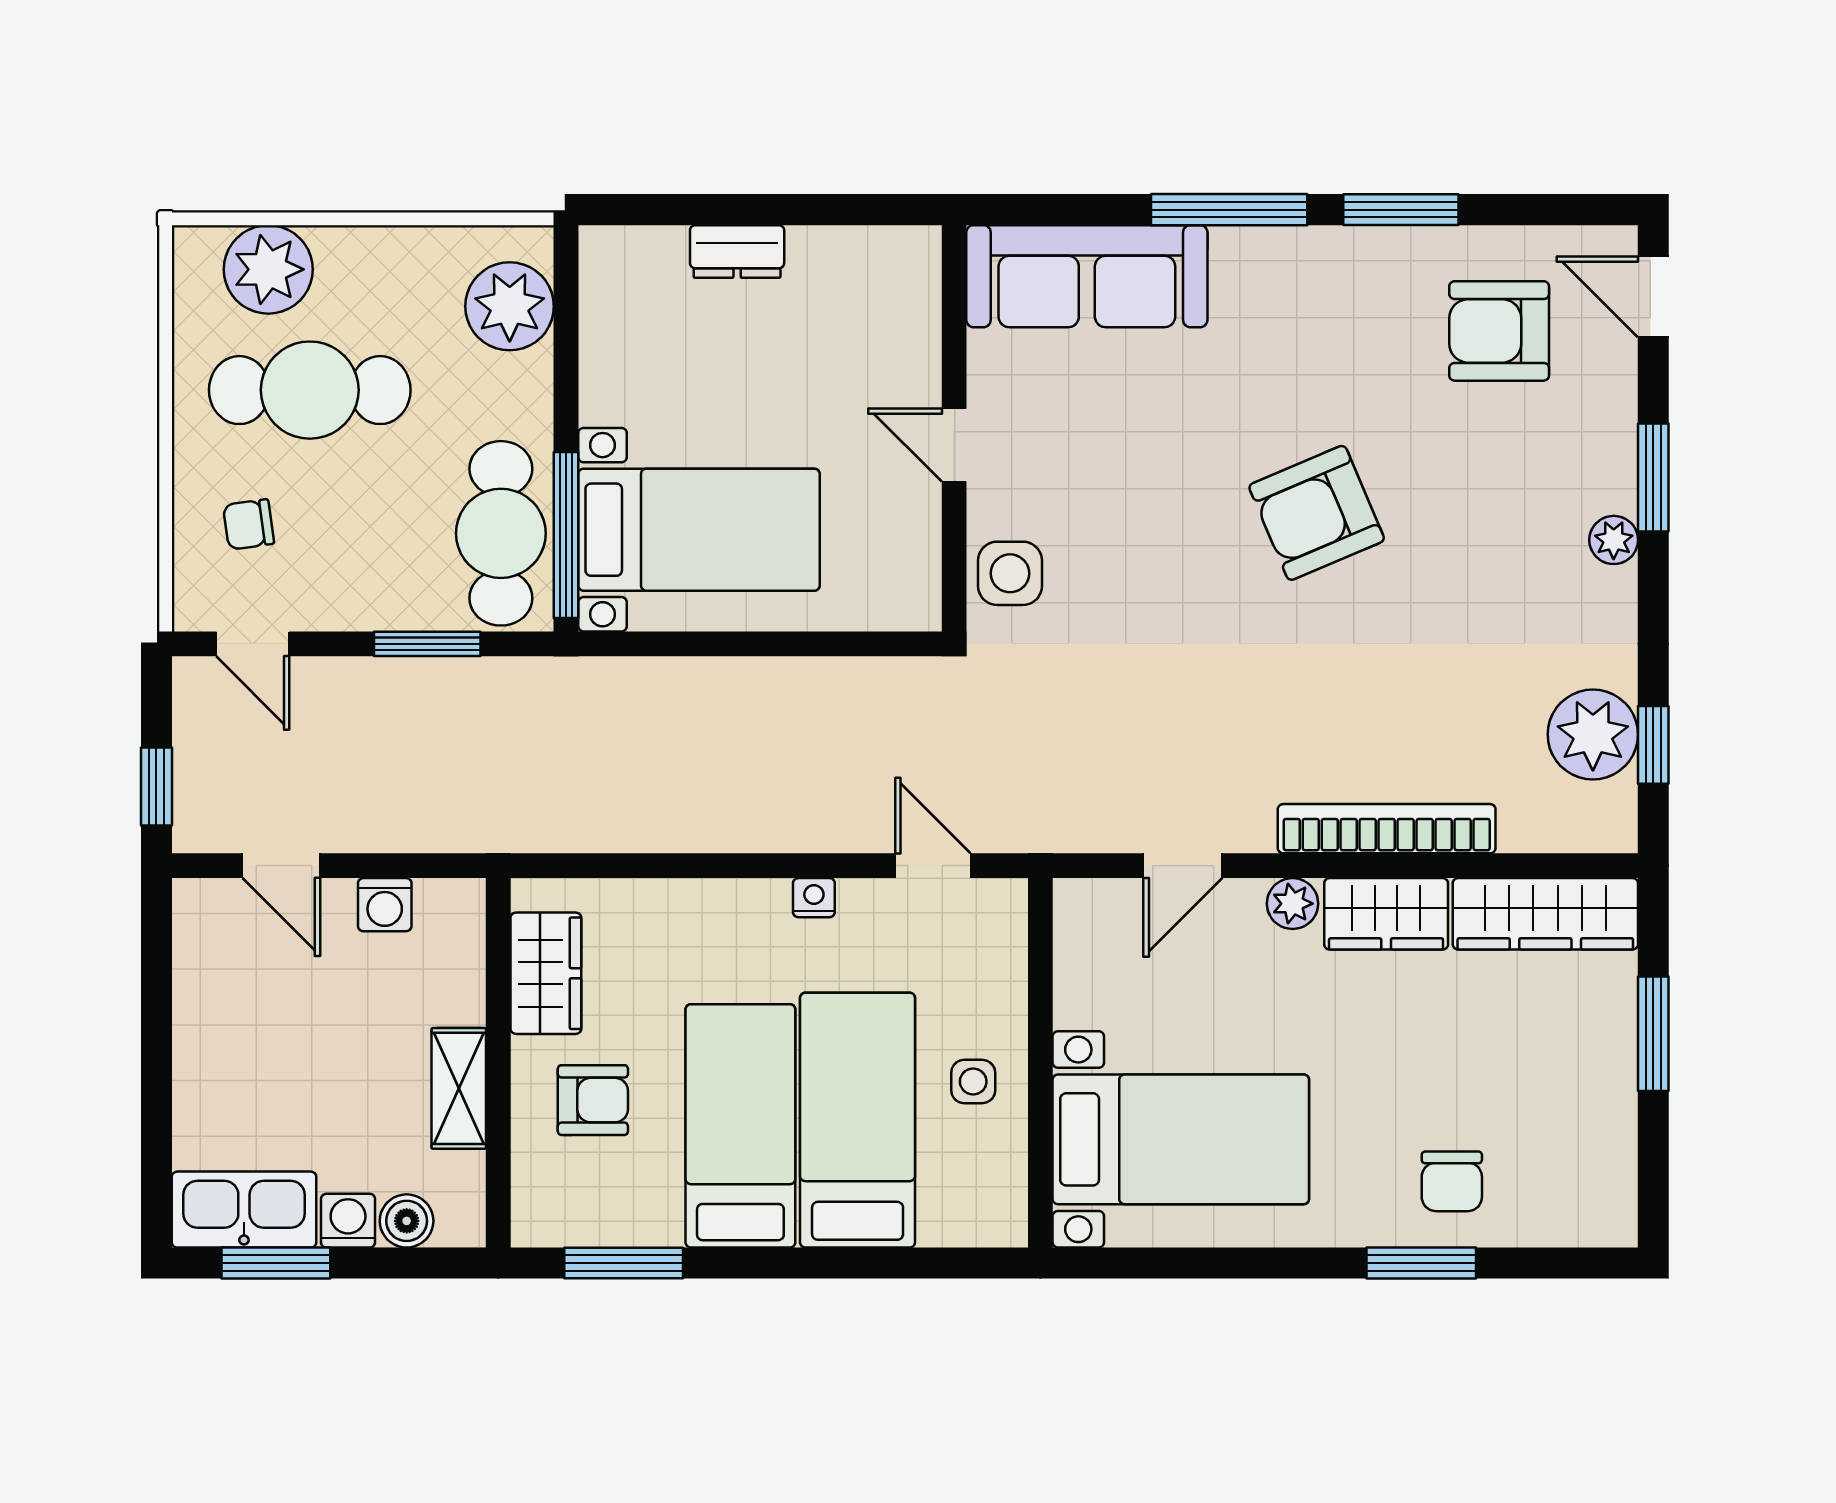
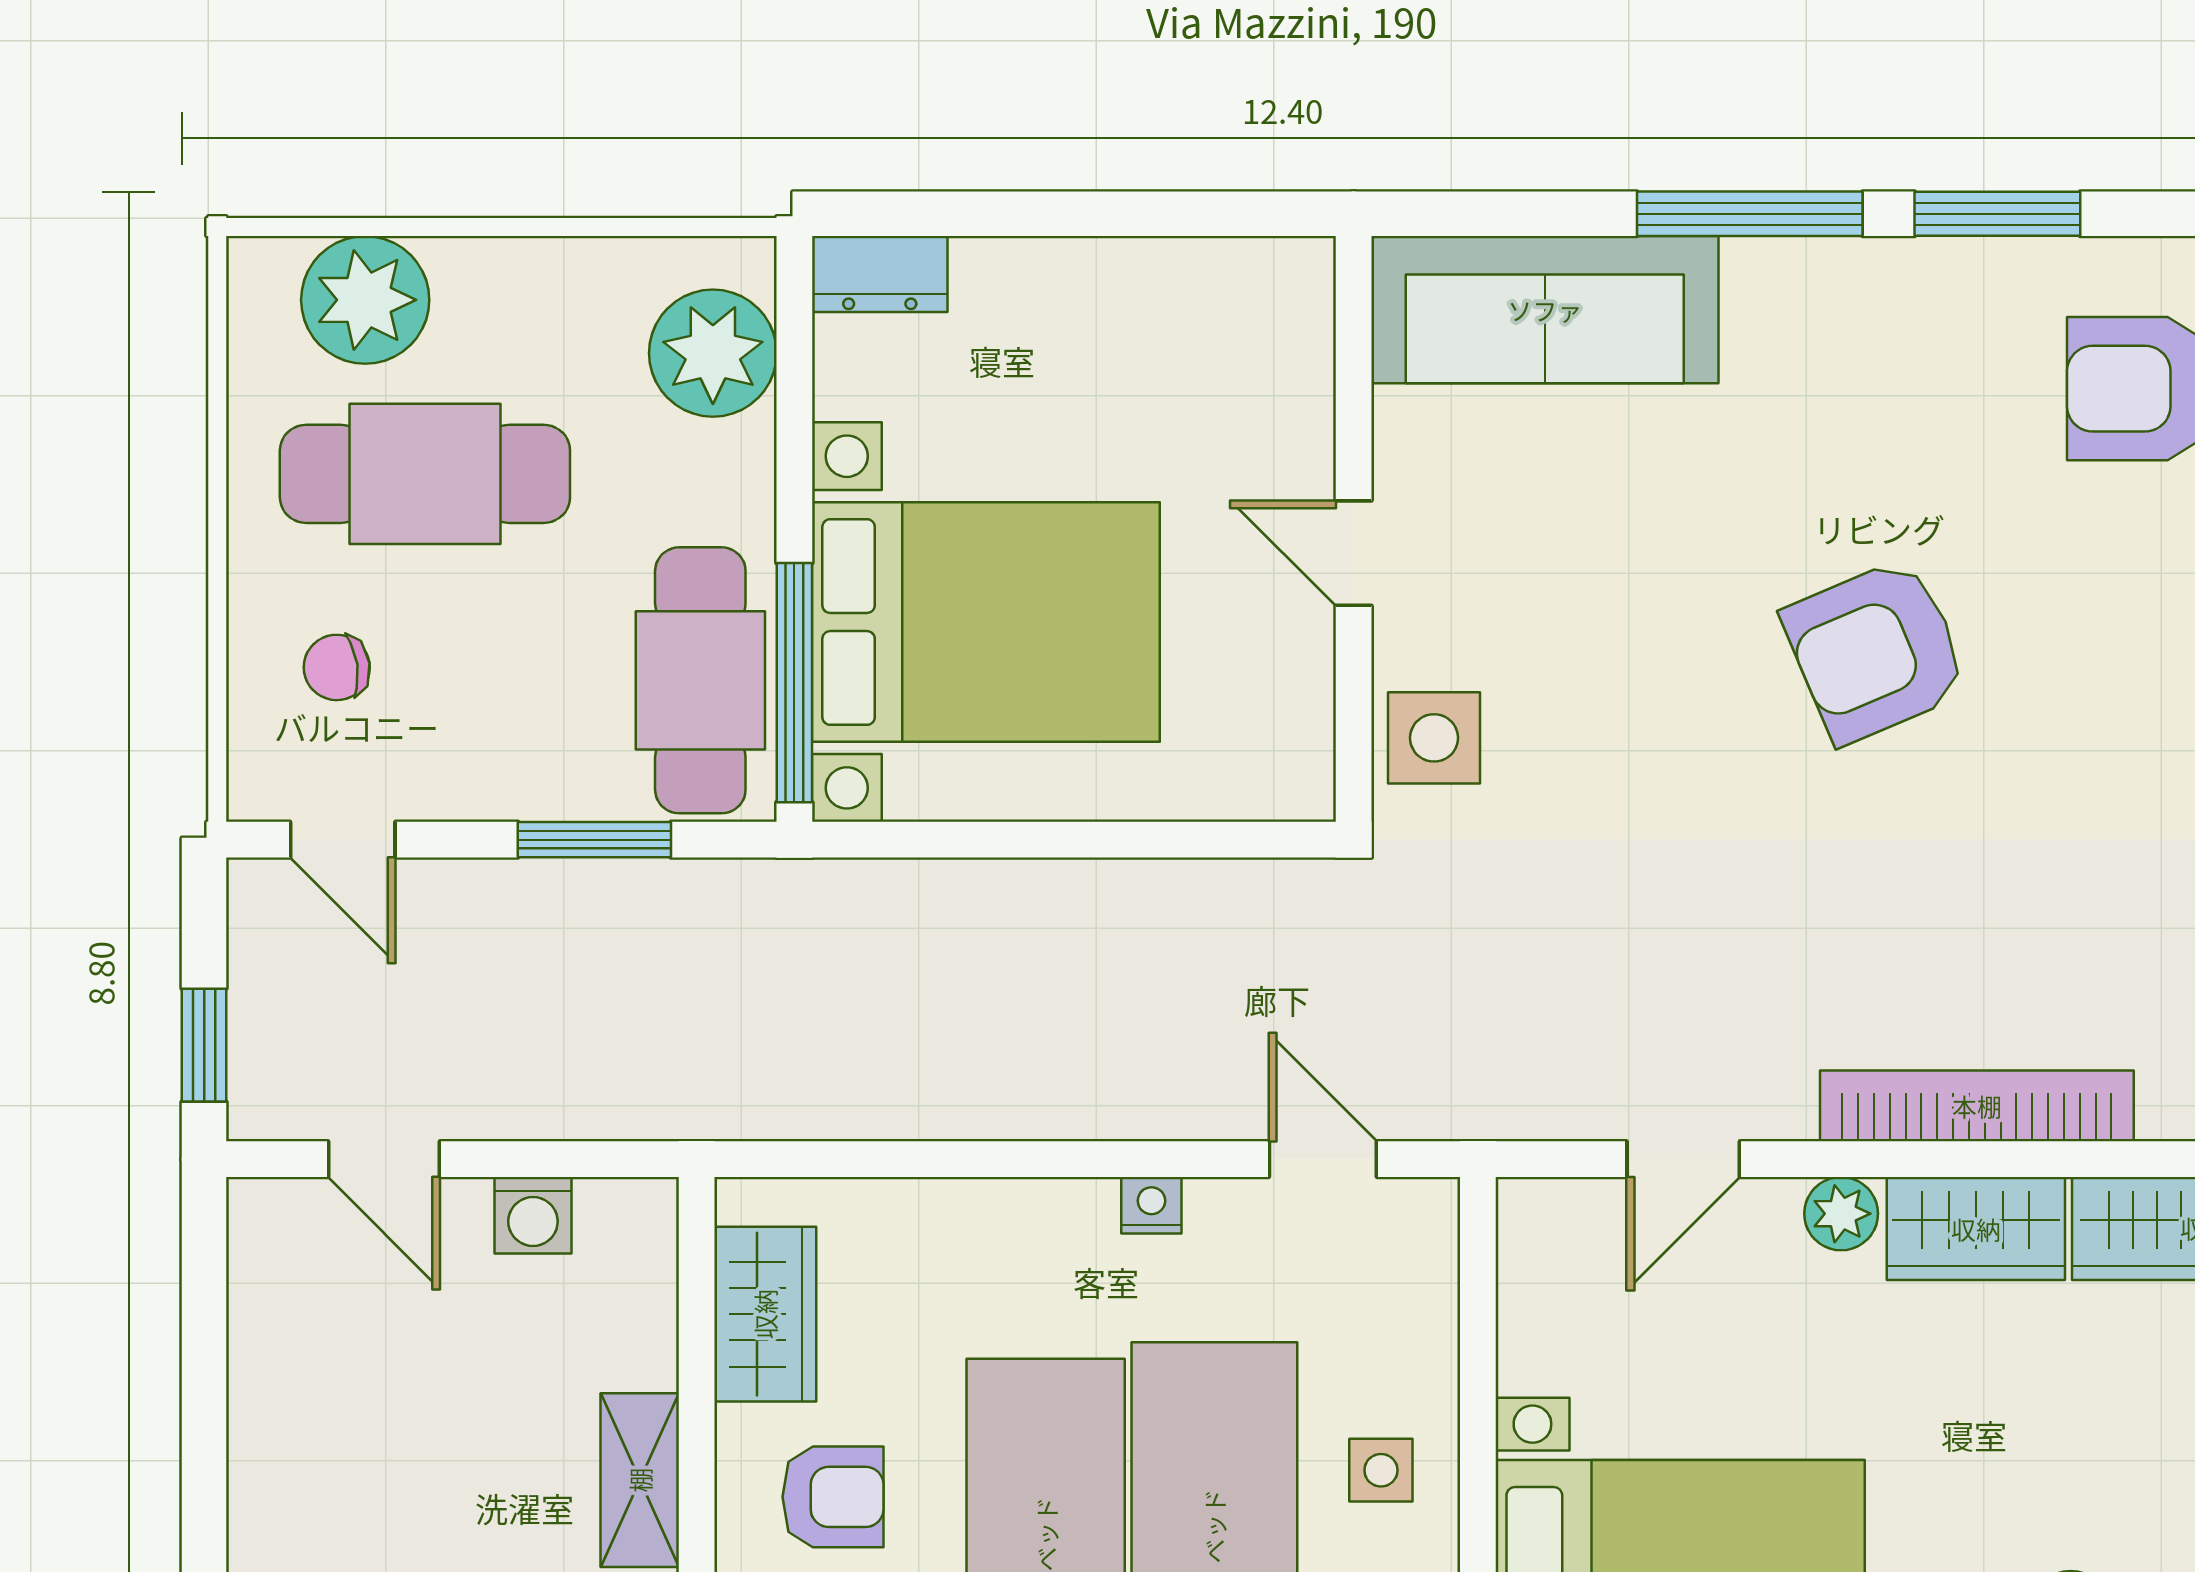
dresser: (737, 251) -> (880, 274), moved
bed with nightstands: (699, 530) -> (986, 622), width x1.36

